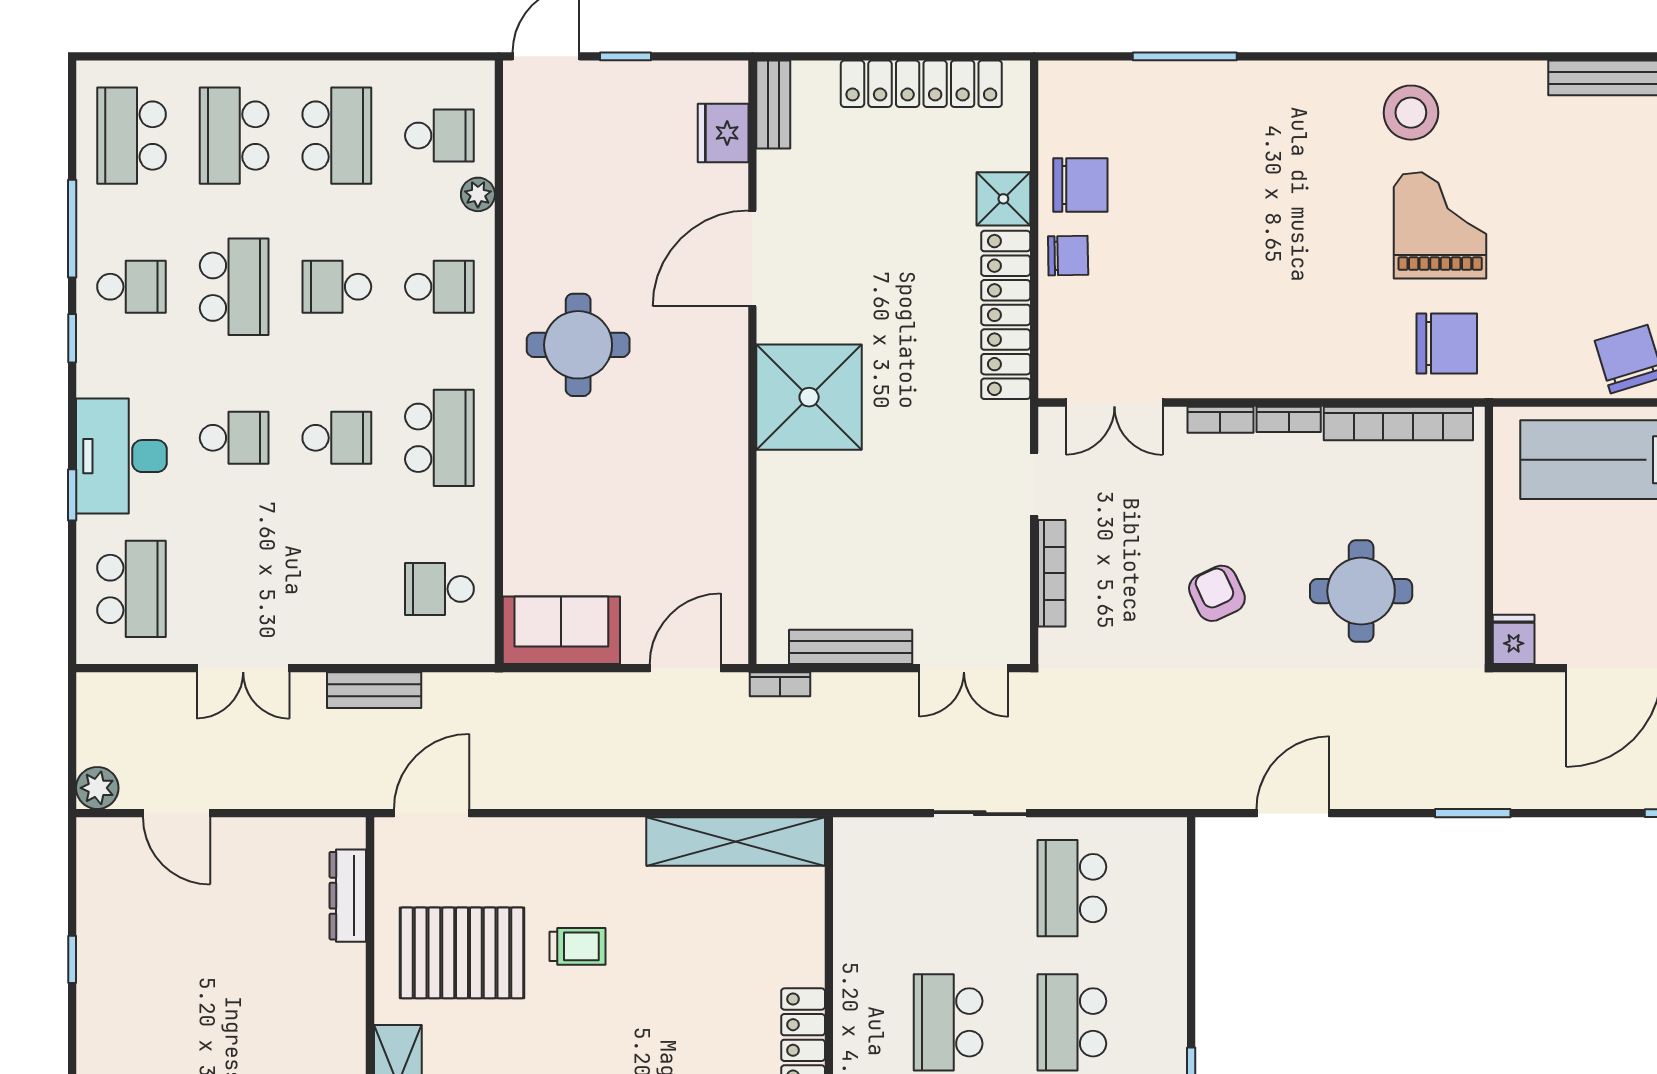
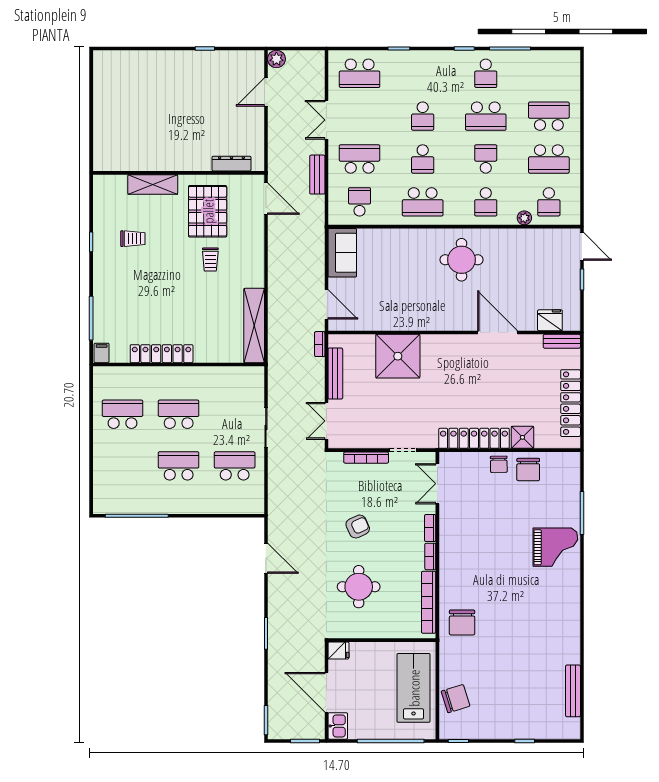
stool: (1411, 113) -> (558, 608), removed
school desk: (131, 136) -> (360, 159), moved
grand piano: (1440, 225) -> (555, 547), moved
shower: (809, 397) -> (398, 356), moved
desk: (121, 456) -> (415, 69), removed

